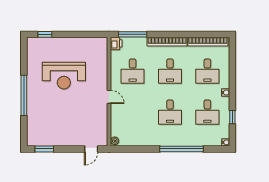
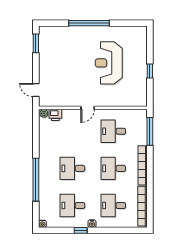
window: (45, 34) -> (150, 71), moved
printer: (116, 43) -> (55, 115), moved
window: (232, 117) -> (81, 230), moved

